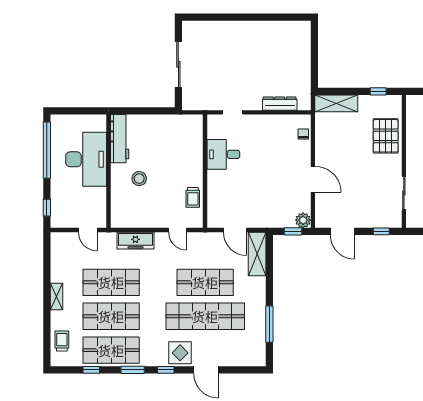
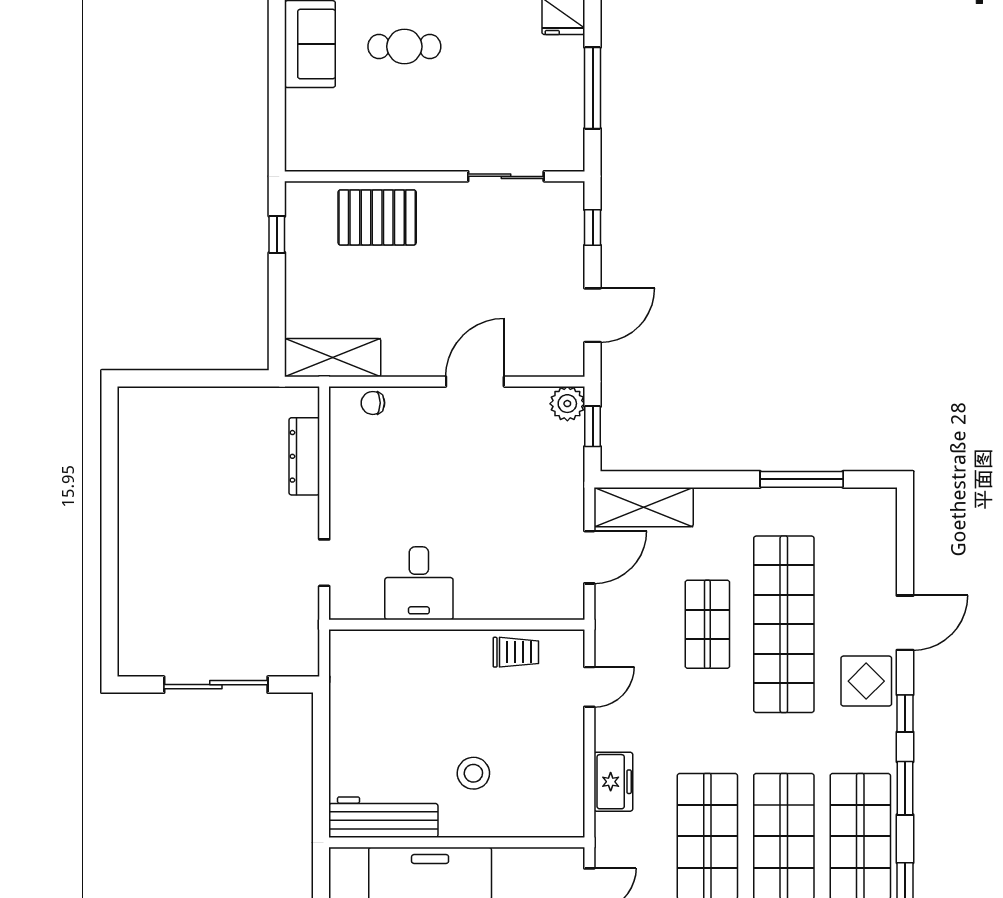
shelving: (336, 103) -> (333, 358), moved, turned 90
freezer: (135, 241) -> (613, 782), width x0.71
shop shelf: (205, 282) -> (707, 624), width x0.70, depth x0.74

